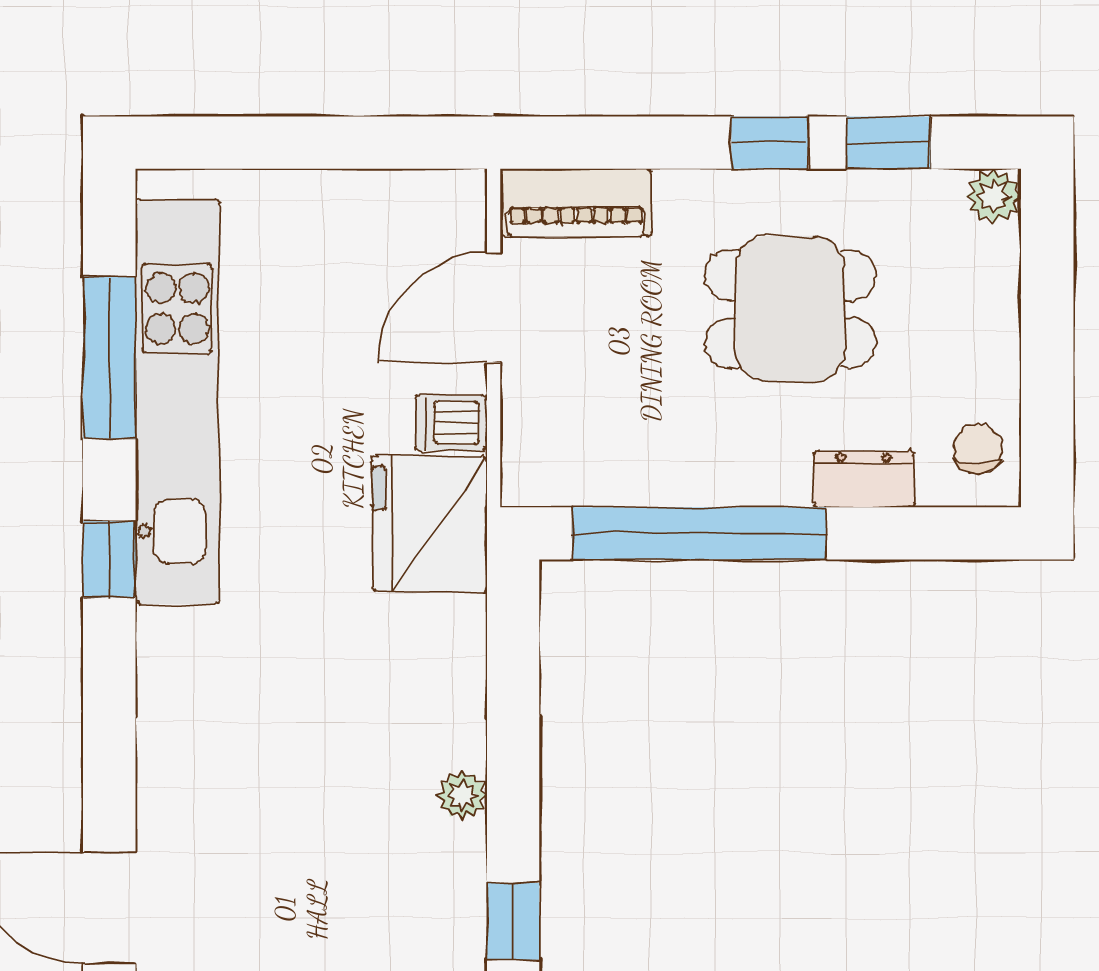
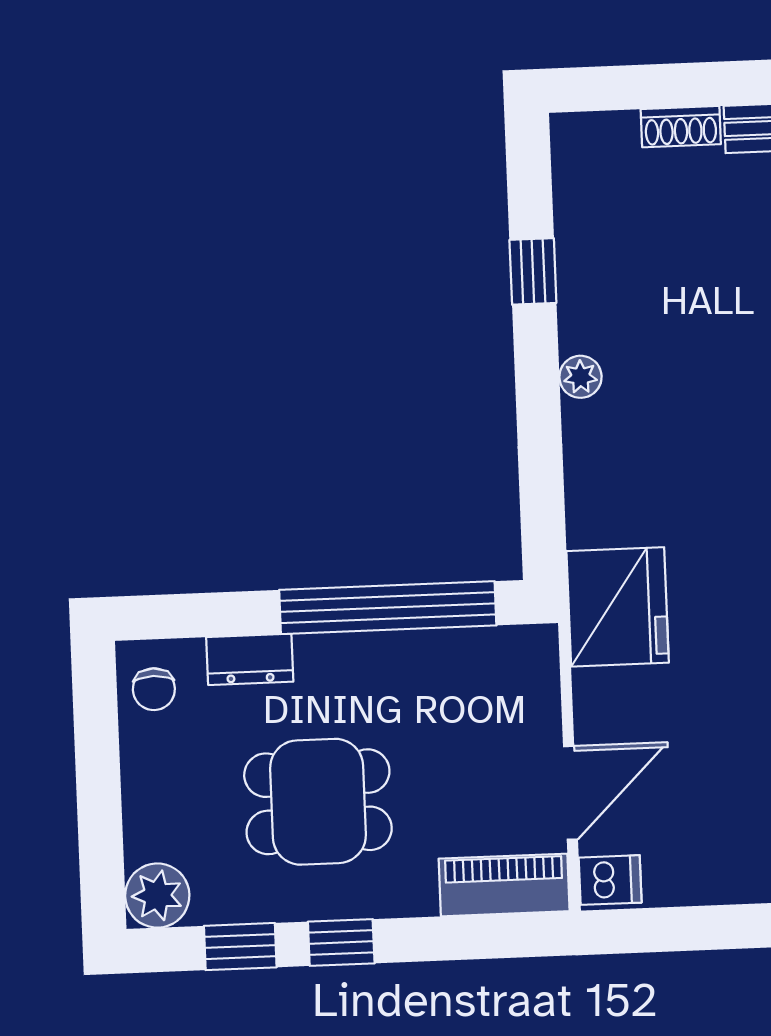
plant: (994, 196) -> (157, 896), width x1.38, depth x1.38
dishwasher: (451, 423) -> (610, 880), moved

